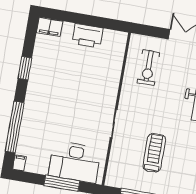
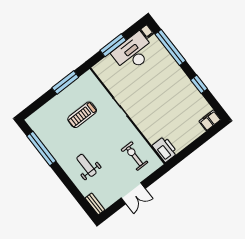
printer: (88, 36) -> (165, 149), moved, turned 90
treadmill: (154, 153) -> (82, 115), turned 90
desk: (75, 162) -> (133, 53), moved

